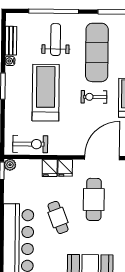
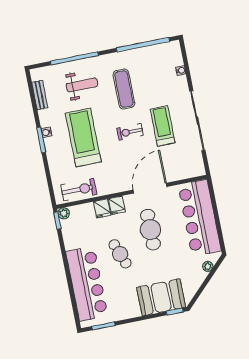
weight bench: (56, 40) -> (82, 85), turned 90
exercise mat: (97, 52) -> (124, 89), width x0.73, depth x0.69
water cooler: (10, 61) -> (46, 132), moved

